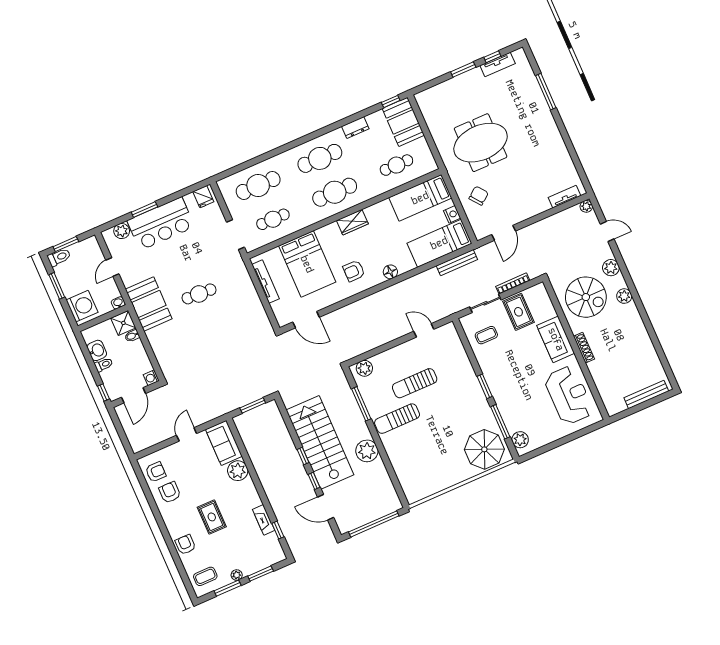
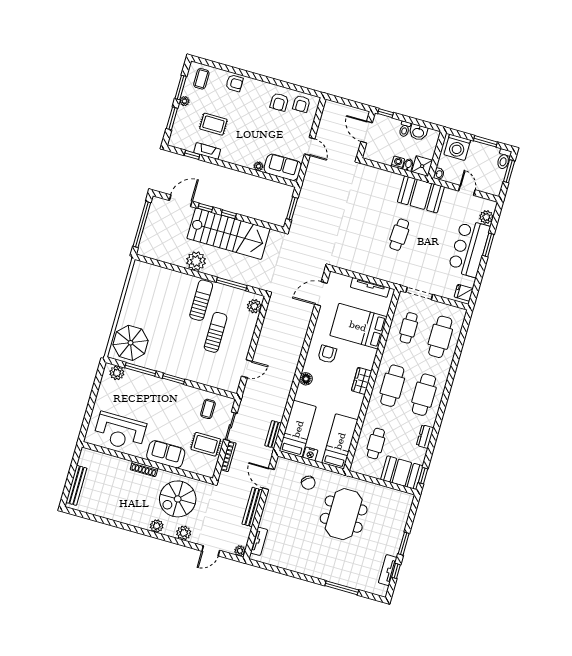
bench: (540, 227) -> (252, 507), added
bench: (457, 263) -> (273, 434), width x0.73
washing machine: (151, 378) -> (398, 163), moved
plant: (238, 471) -> (259, 166), width x0.53, depth x0.53
armchair: (170, 492) -> (279, 102), turned 90
rug: (212, 517) -> (213, 124), moved

